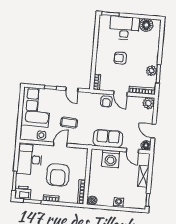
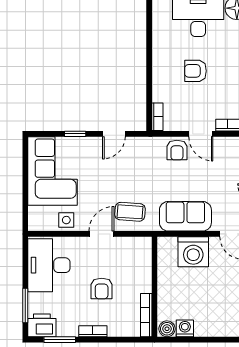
door: (72, 89) -> (114, 134), hinge flipped
coffee table: (69, 123) -> (130, 212), moved
armchair: (58, 175) -> (102, 288), width x0.53, depth x0.53
washing machine: (119, 202) -> (185, 328), moved

